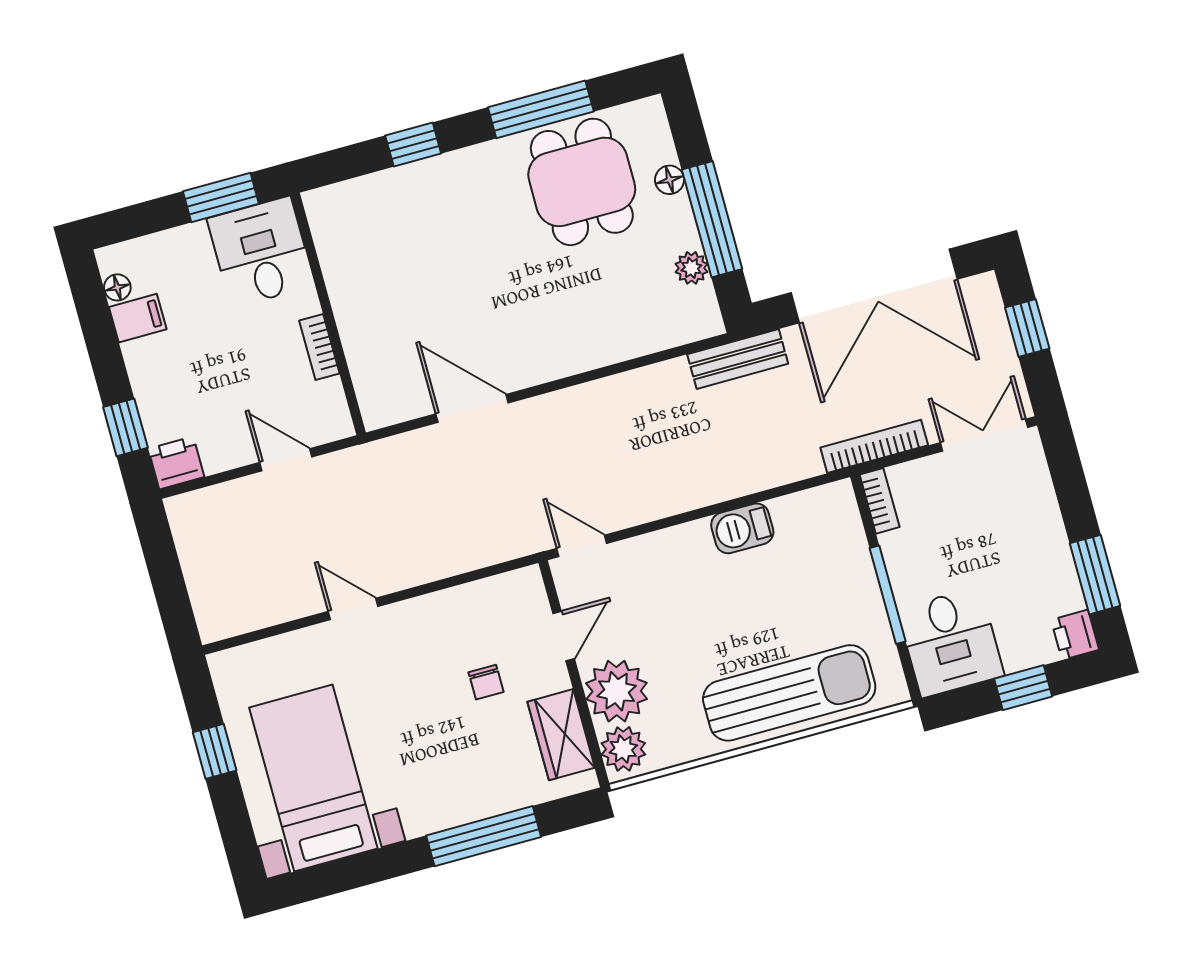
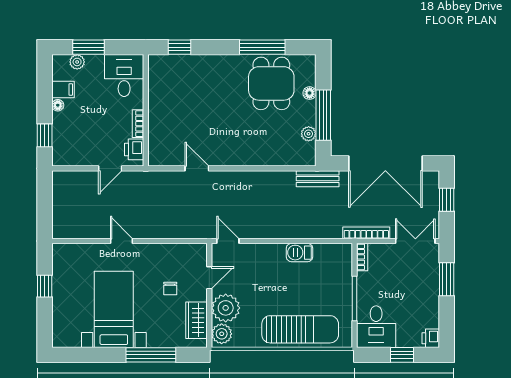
window: (413, 145) -> (179, 47), moved
window: (221, 198) -> (89, 47), moved
plant: (152, 251) -> (77, 62), added
floor lamp: (117, 287) -> (58, 105), moved
door: (472, 408) -> (197, 168), width x0.73
door: (286, 460) -> (110, 168), swing flipped
printer: (176, 463) -> (134, 149), moved, turned -90
window: (1095, 575) -> (447, 279), moved
bed with nightstands: (313, 778) -> (114, 309), moved

